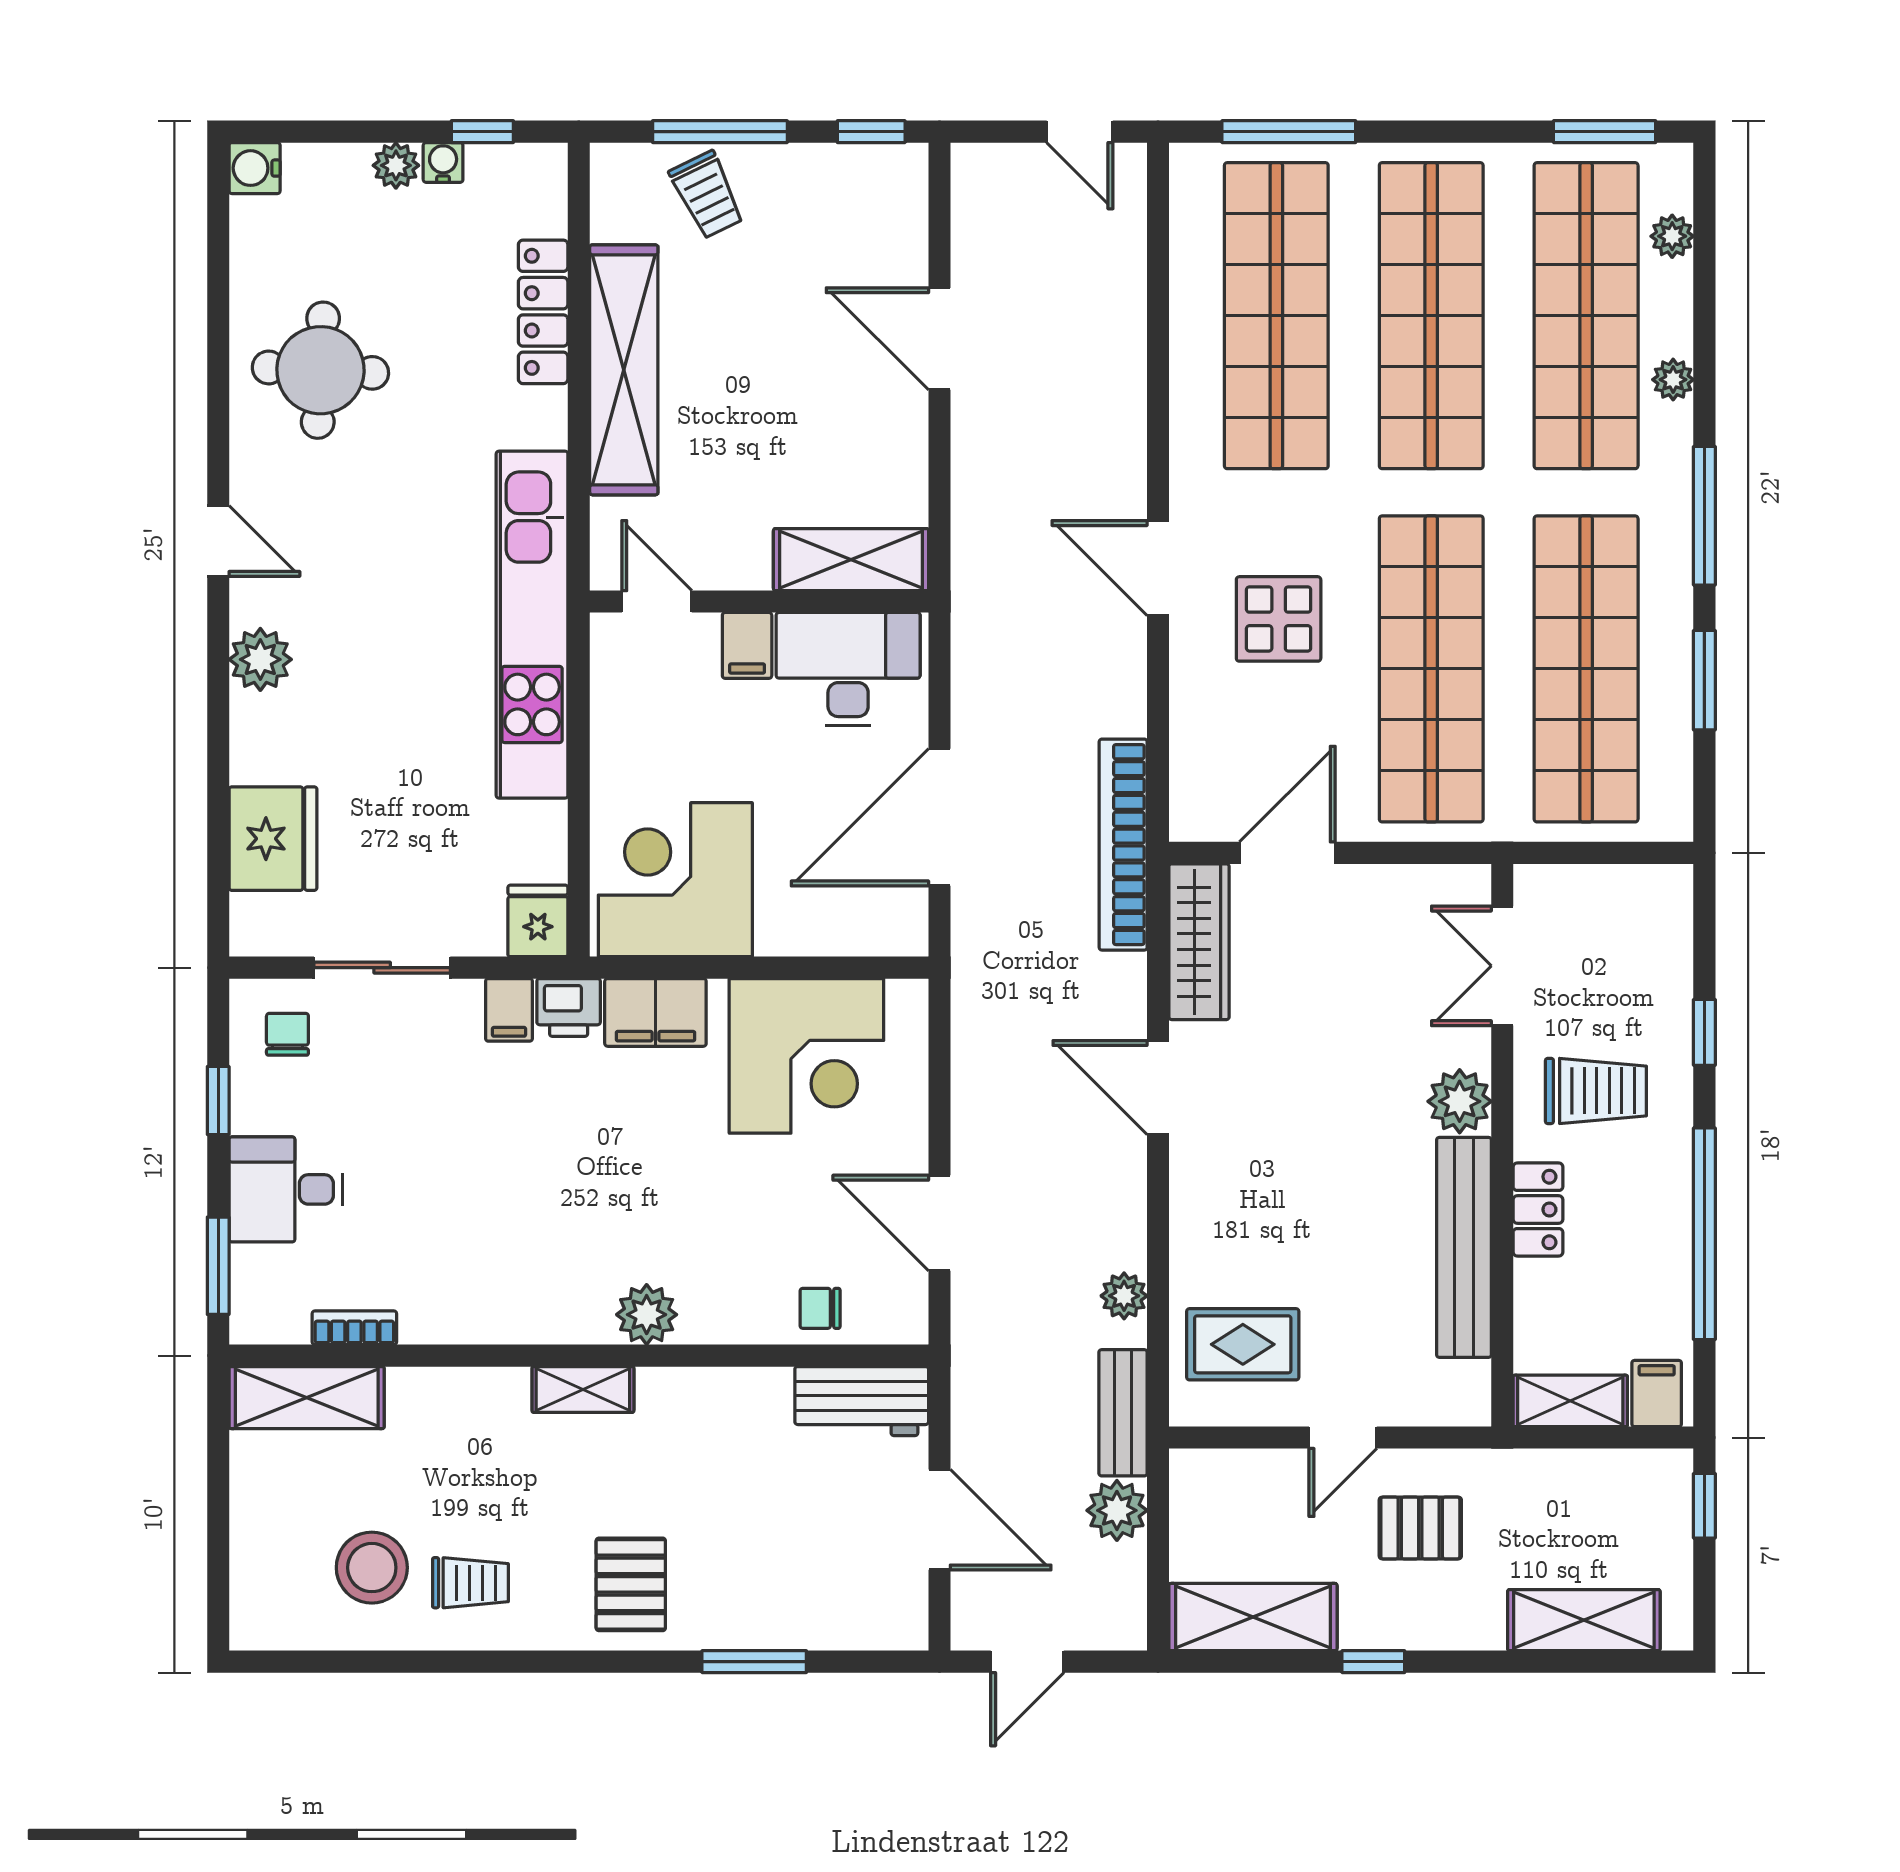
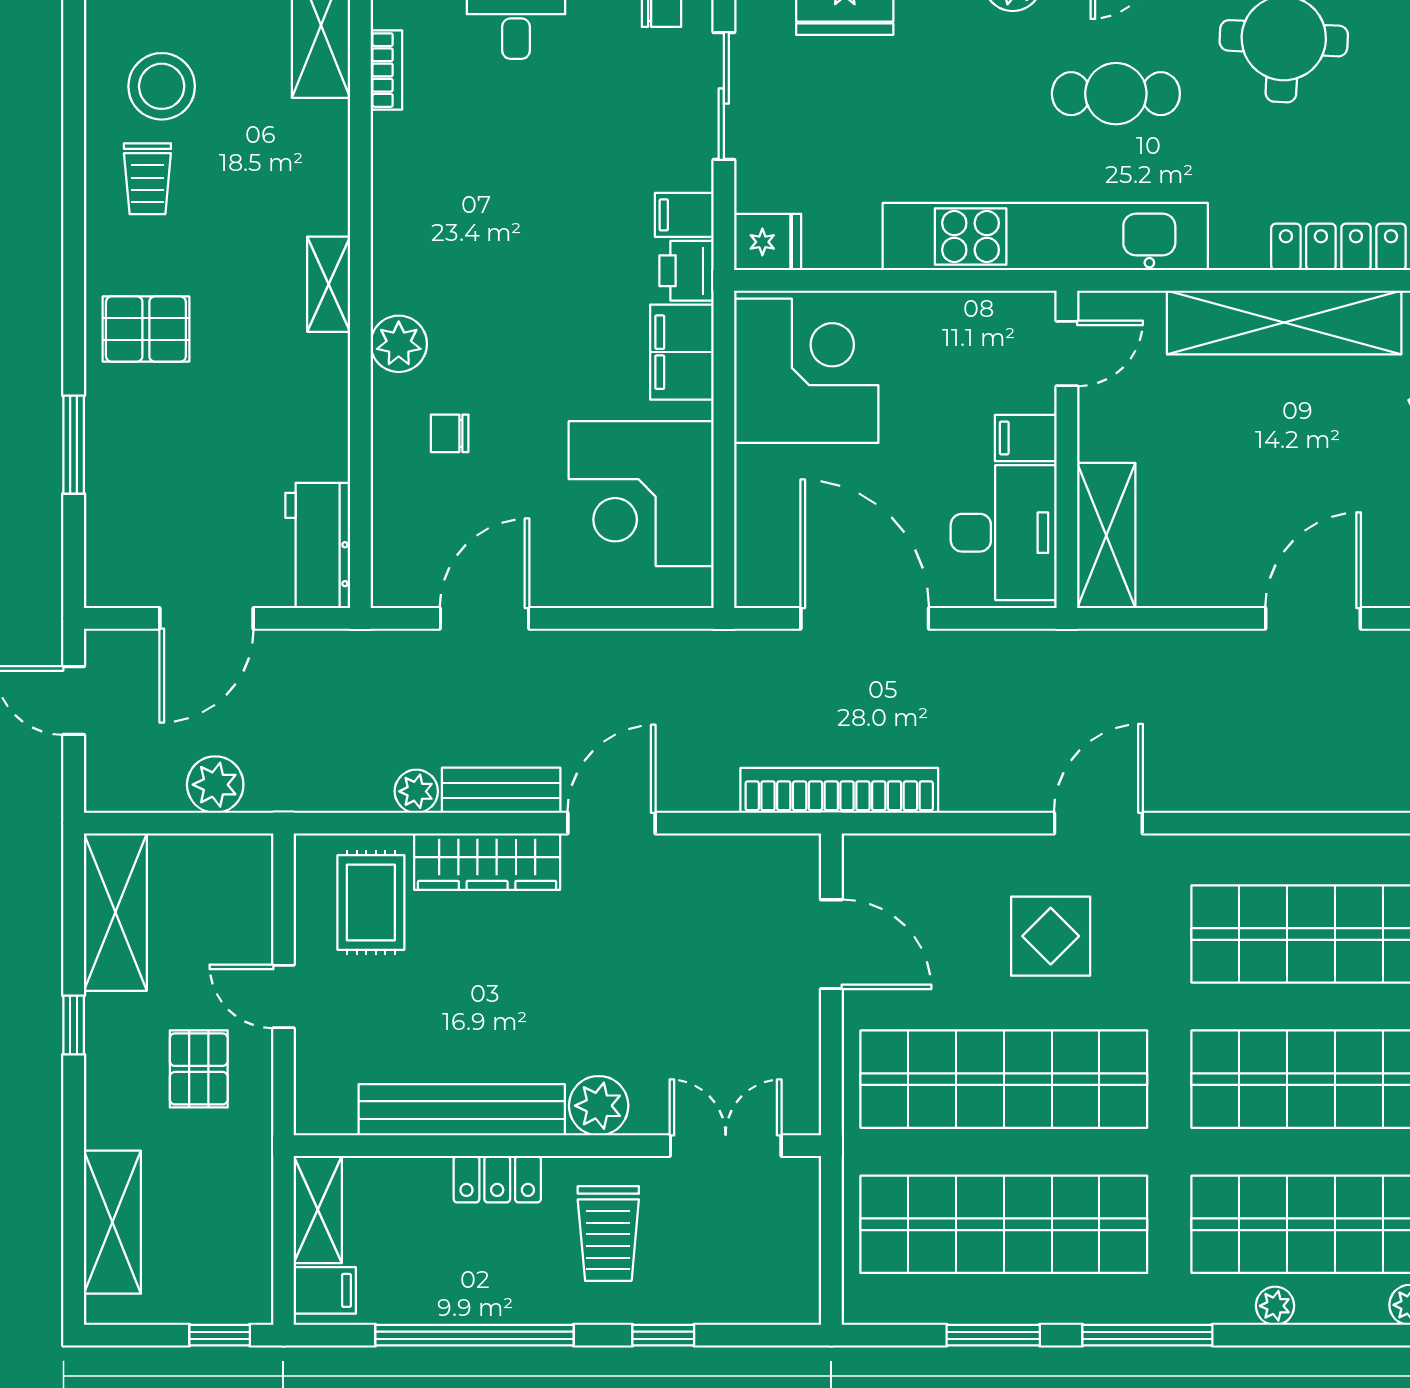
cafe table: (380, 549) -> (1116, 94), added
wardrobe: (1199, 942) -> (487, 862), moved
chair: (820, 1308) -> (450, 433), moved, turned -90
bench: (1123, 1413) -> (501, 790), moved

